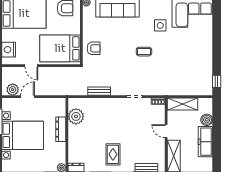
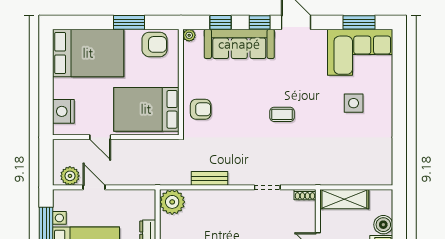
side table: (160, 25) -> (354, 103), moved
window: (217, 81) -> (399, 163), removed
door: (27, 97) -> (94, 187), hinge flipped
plant: (76, 116) -> (172, 202), moved

